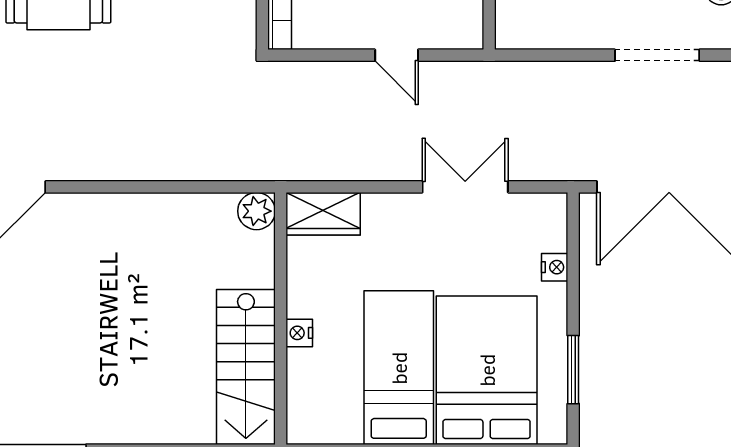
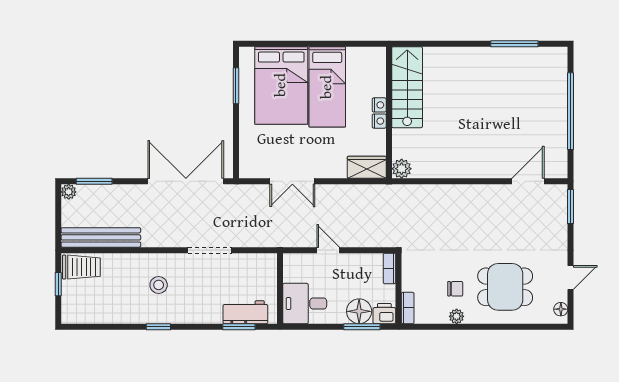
doorway: (657, 55) -> (210, 250), moved
nightstand: (555, 267) -> (379, 121), moved, turned 180

